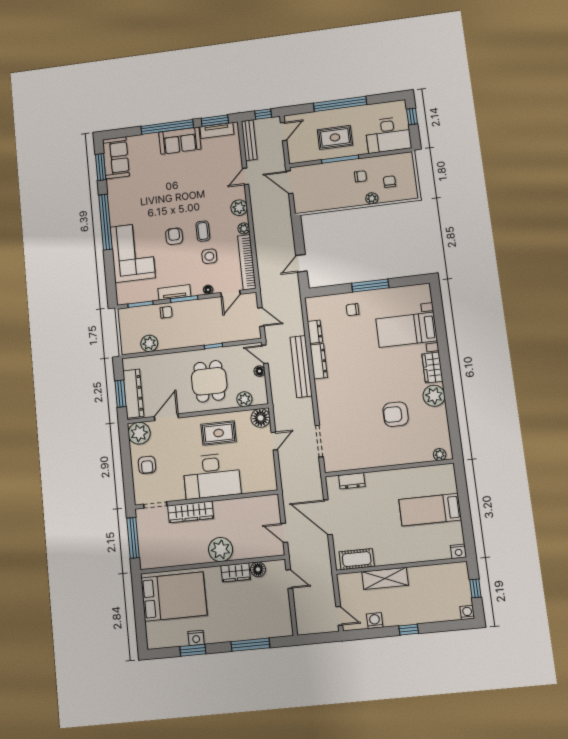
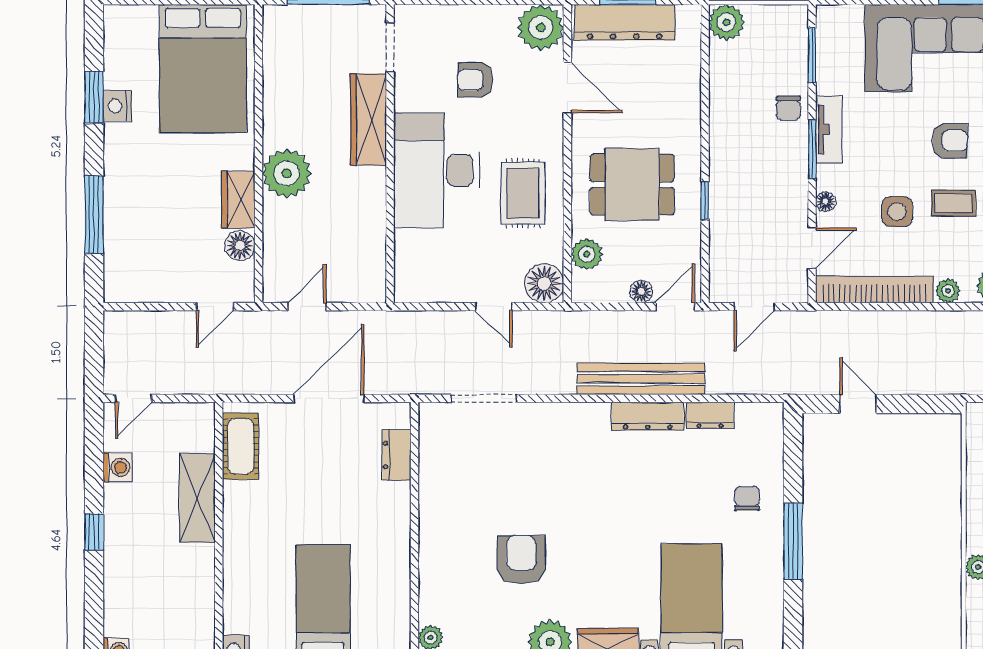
door: (230, 293) -> (812, 248), swing flipped
plant: (149, 343) -> (726, 22), moved
armchair: (147, 465) -> (475, 80), moved

